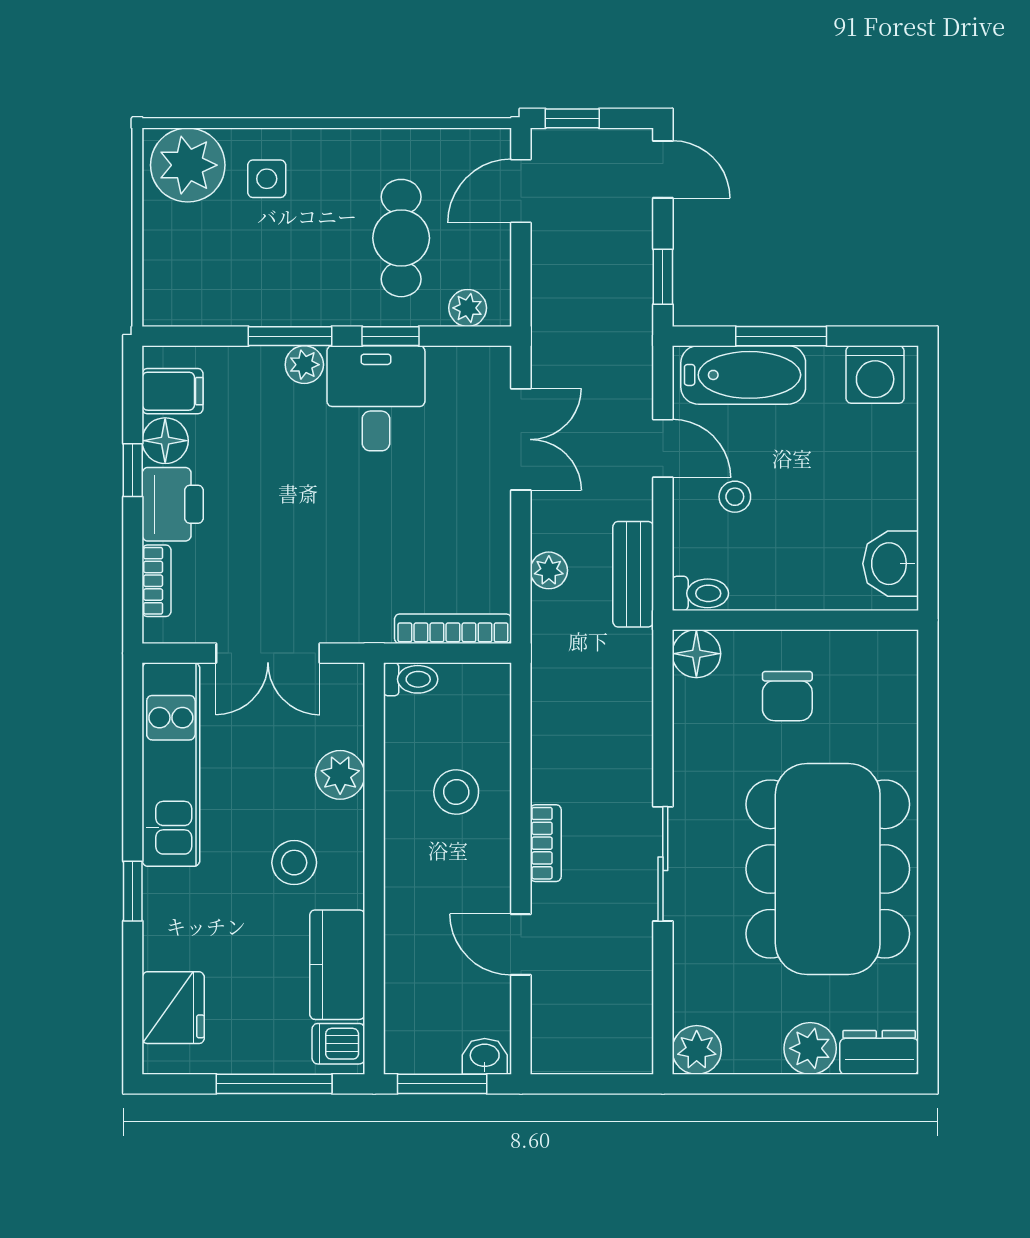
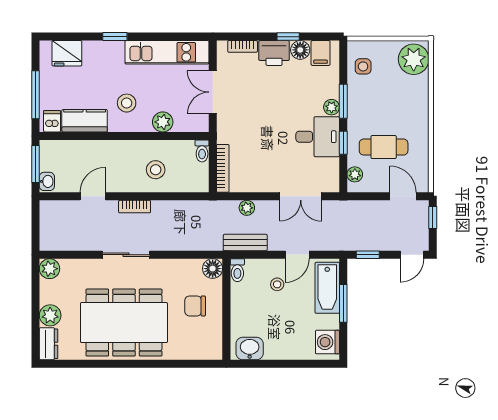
side table: (267, 179) -> (363, 66), moved

